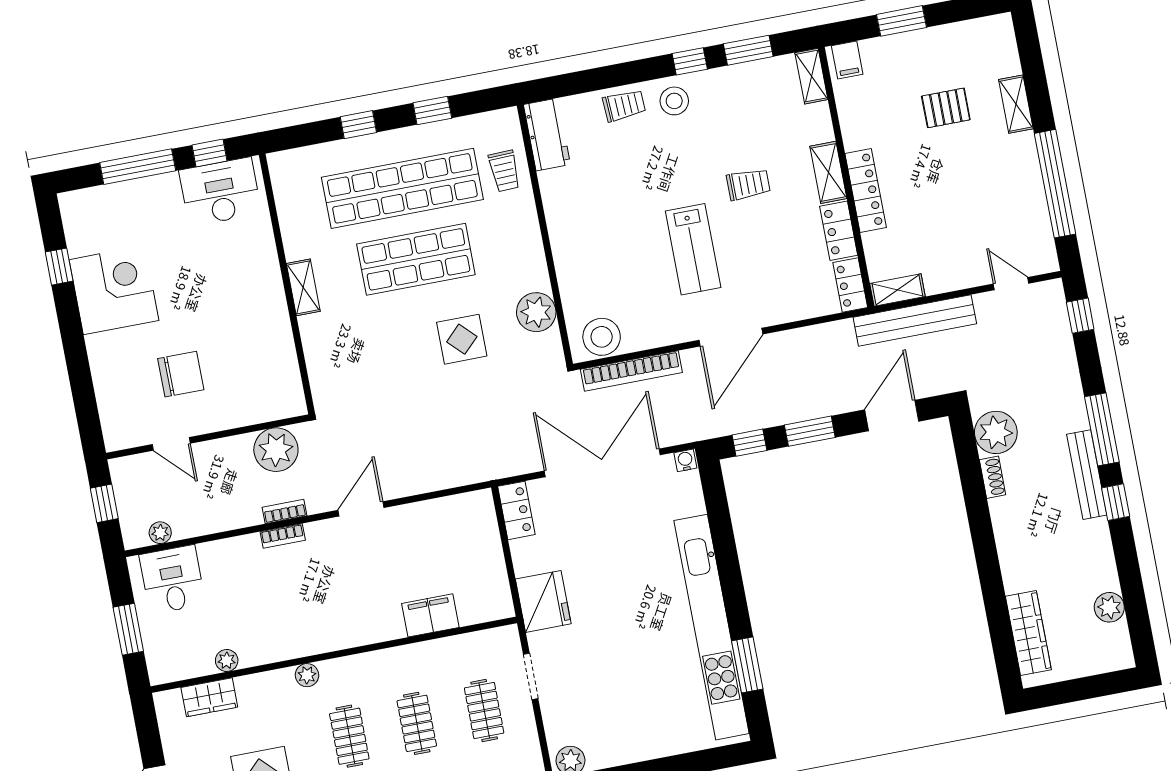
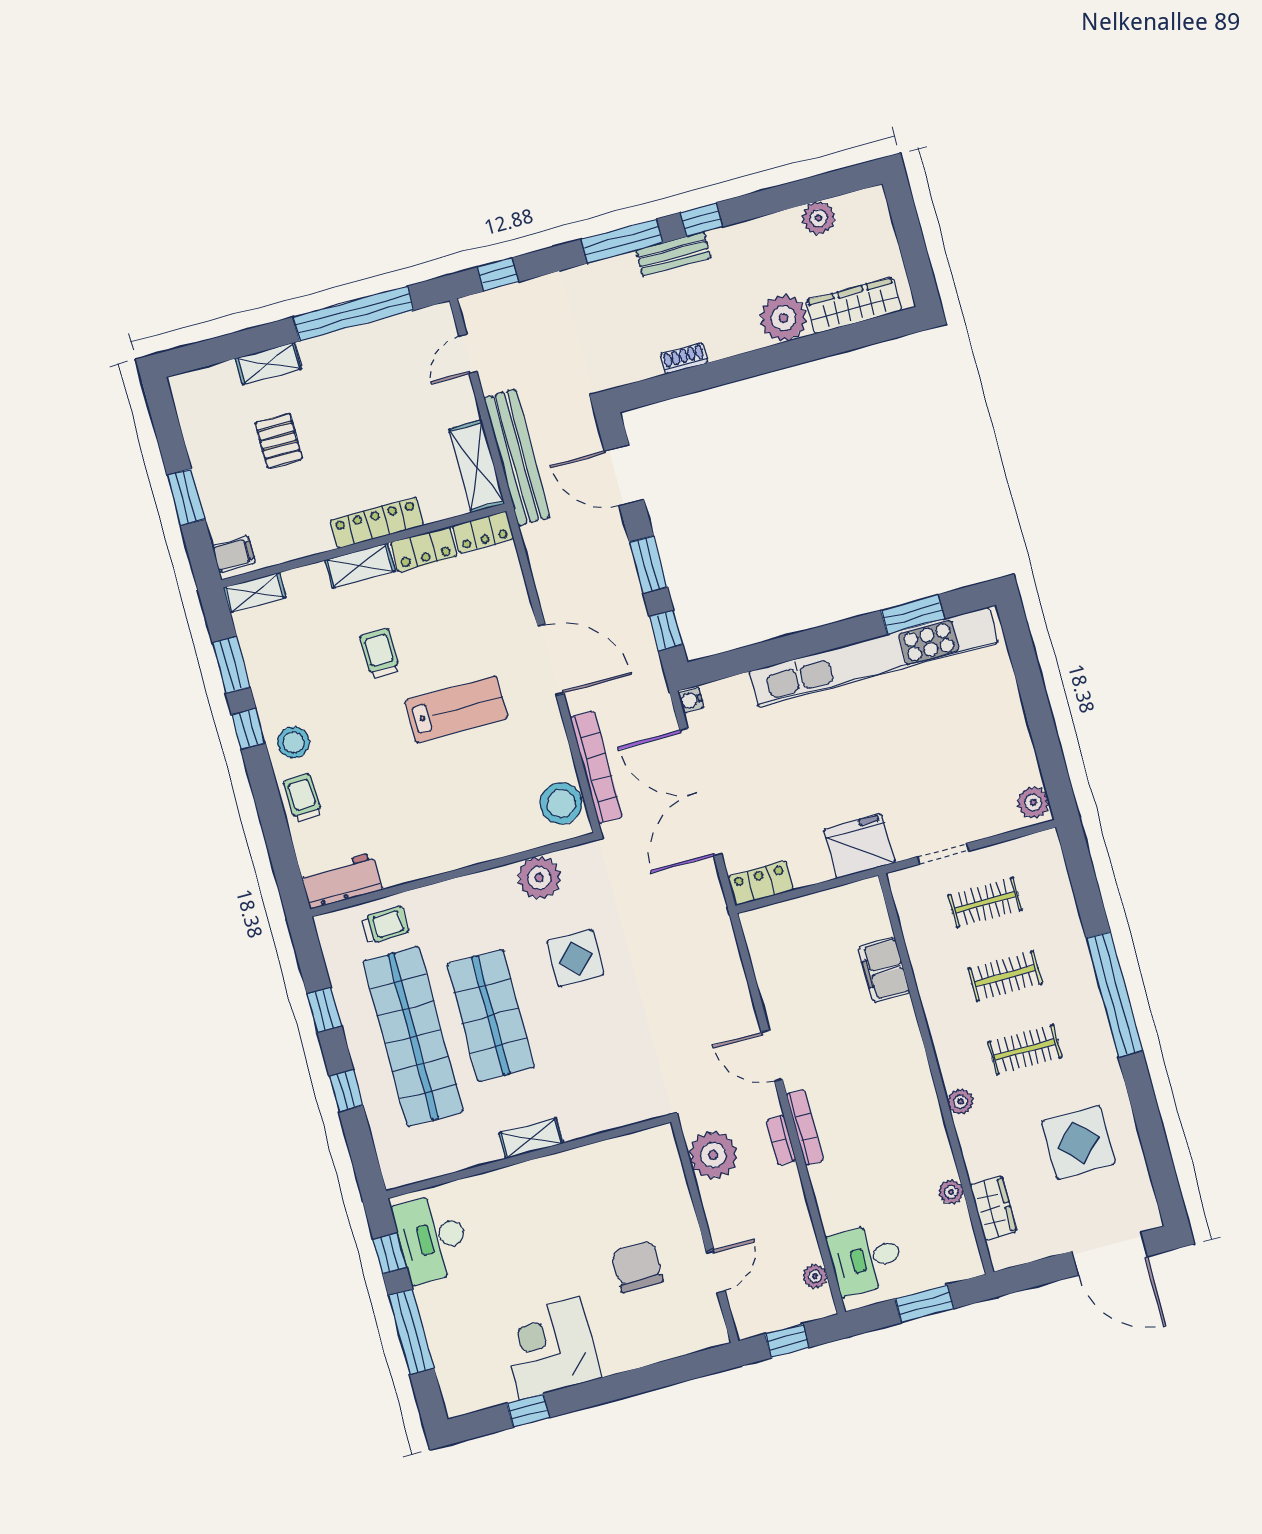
shelving: (897, 290) -> (477, 466), width x1.50, depth x1.33
plant: (996, 432) -> (783, 318), moved
bench: (1087, 475) -> (673, 254), width x0.73
bookcase: (283, 536) -> (805, 1127), width x1.56

